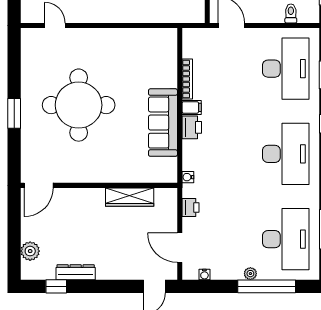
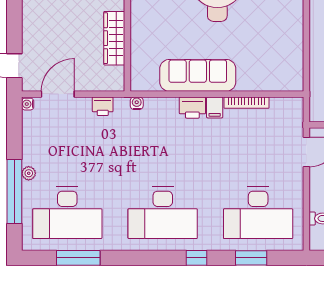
water cooler: (204, 275) -> (28, 104), moved

